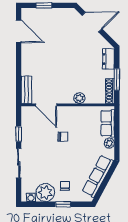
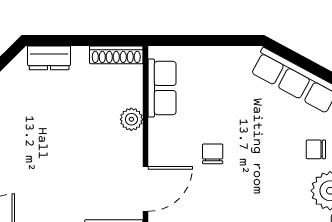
window: (117, 79) -> (92, 40), removed
row of seats: (108, 123) -> (162, 88), moved, turned -90
plant: (109, 143) -> (226, 56), removed

